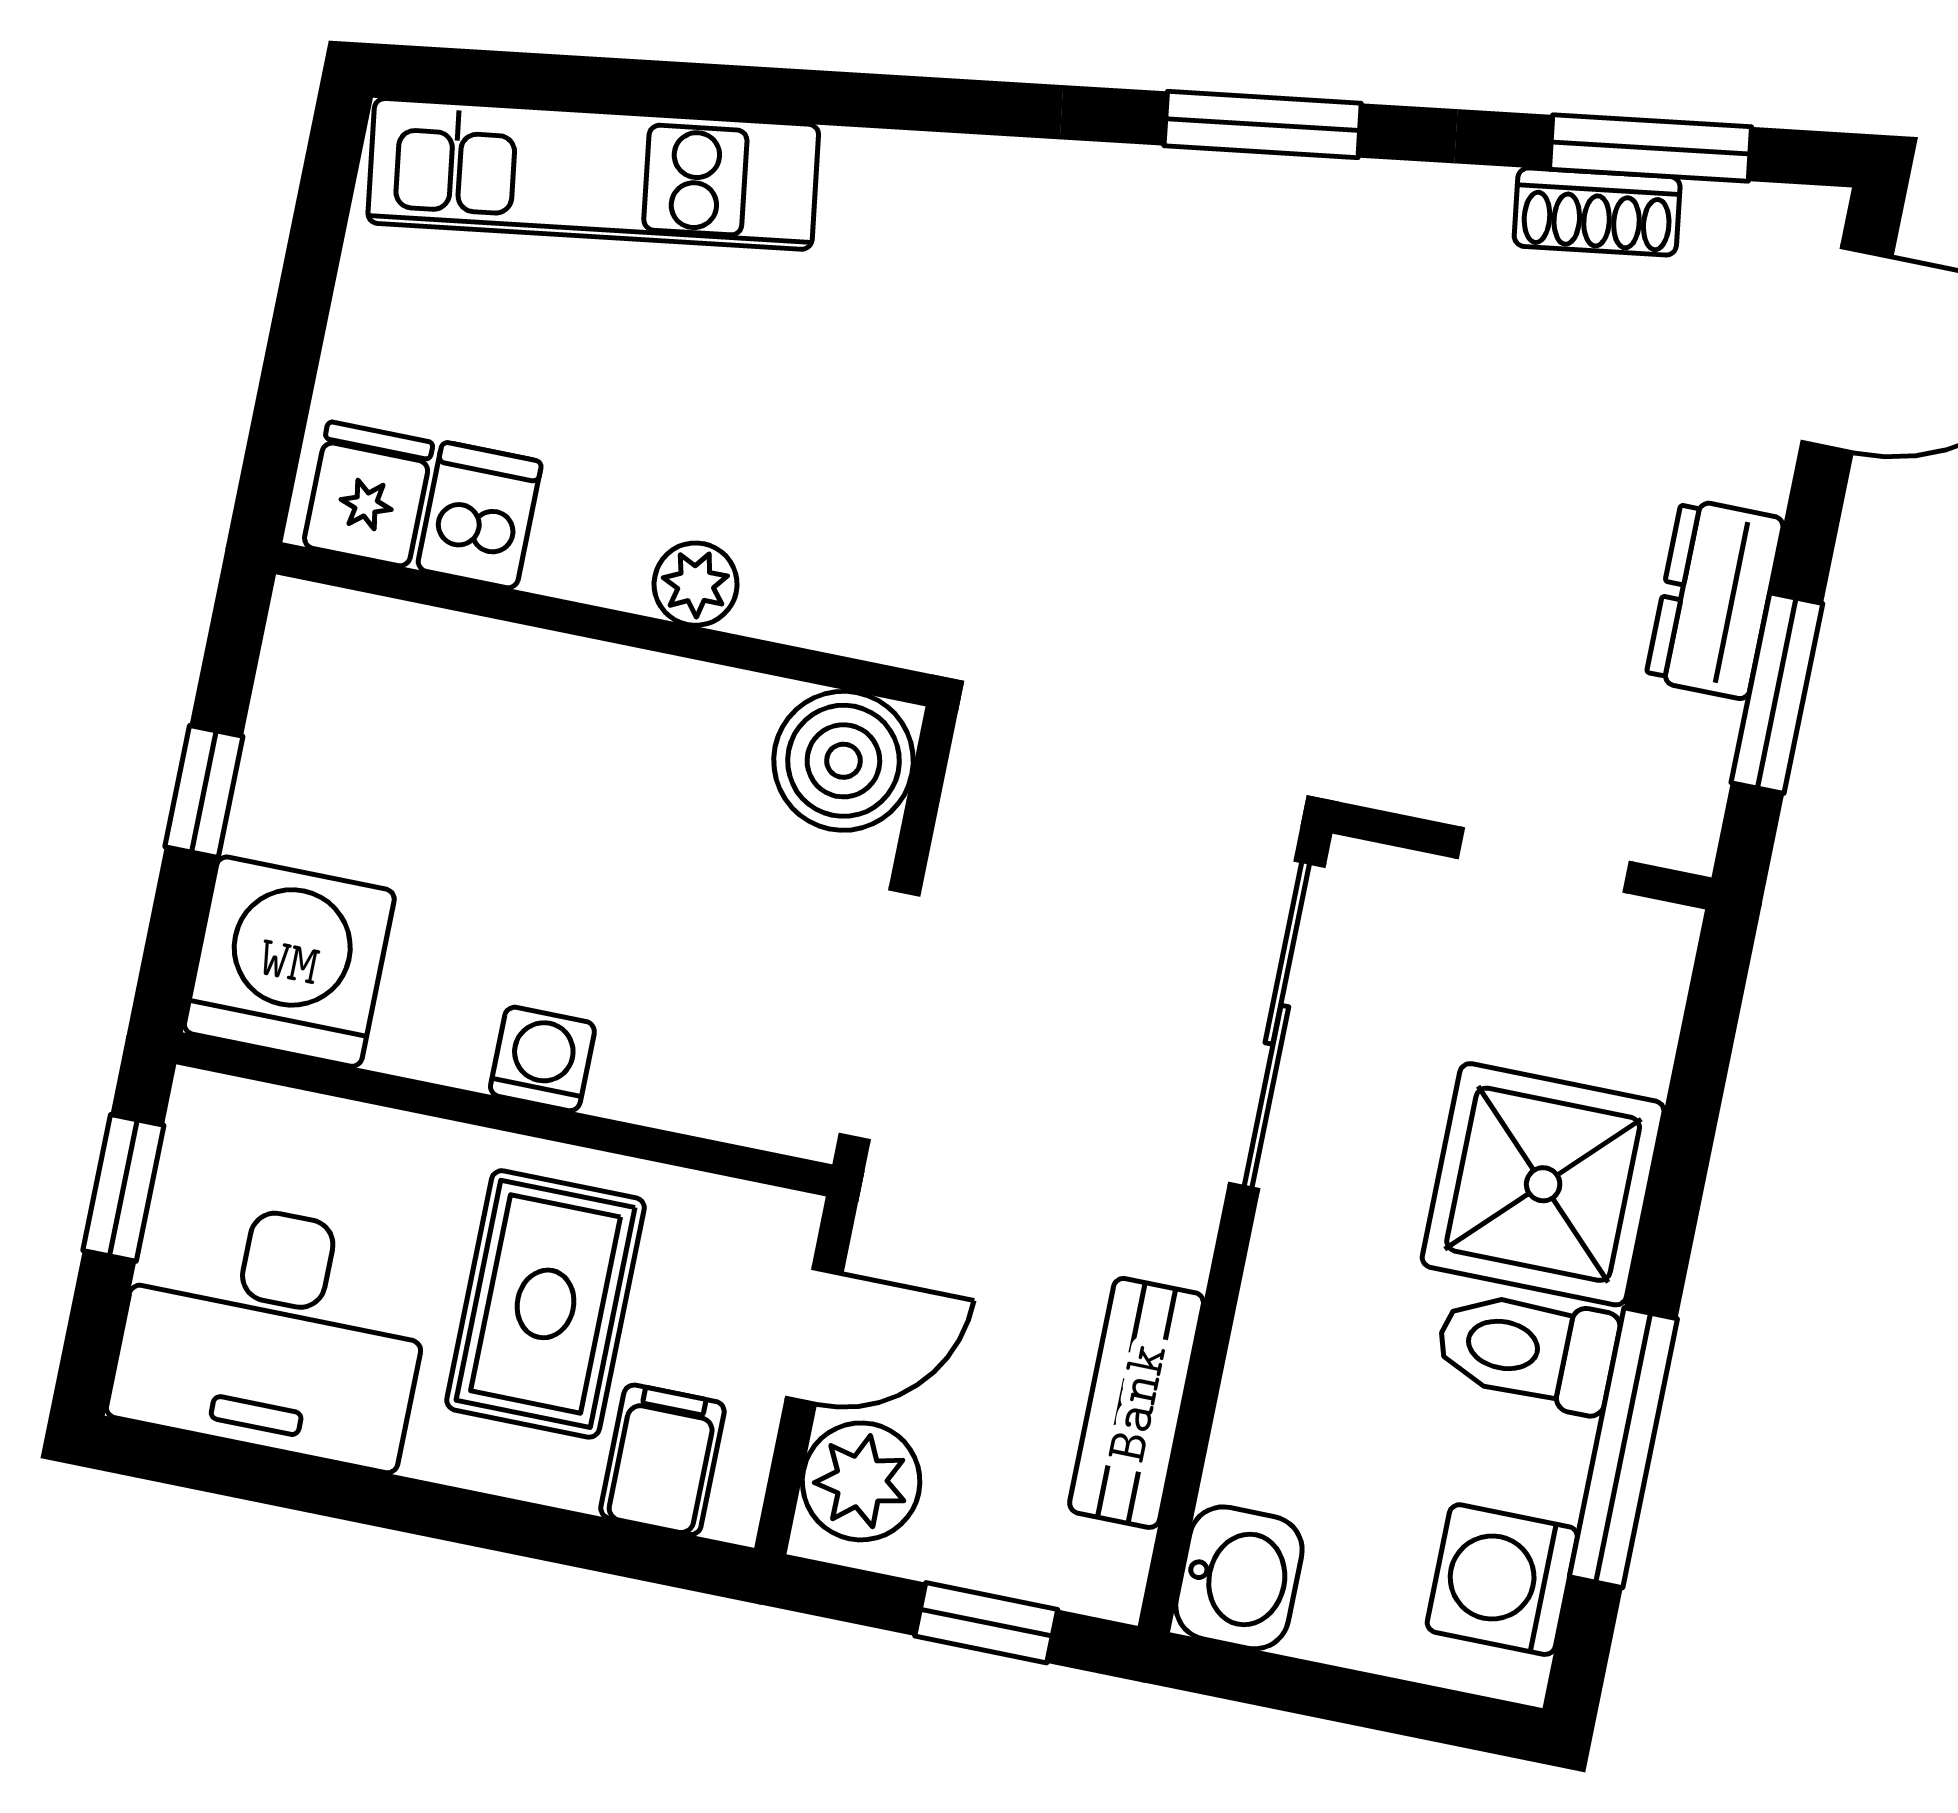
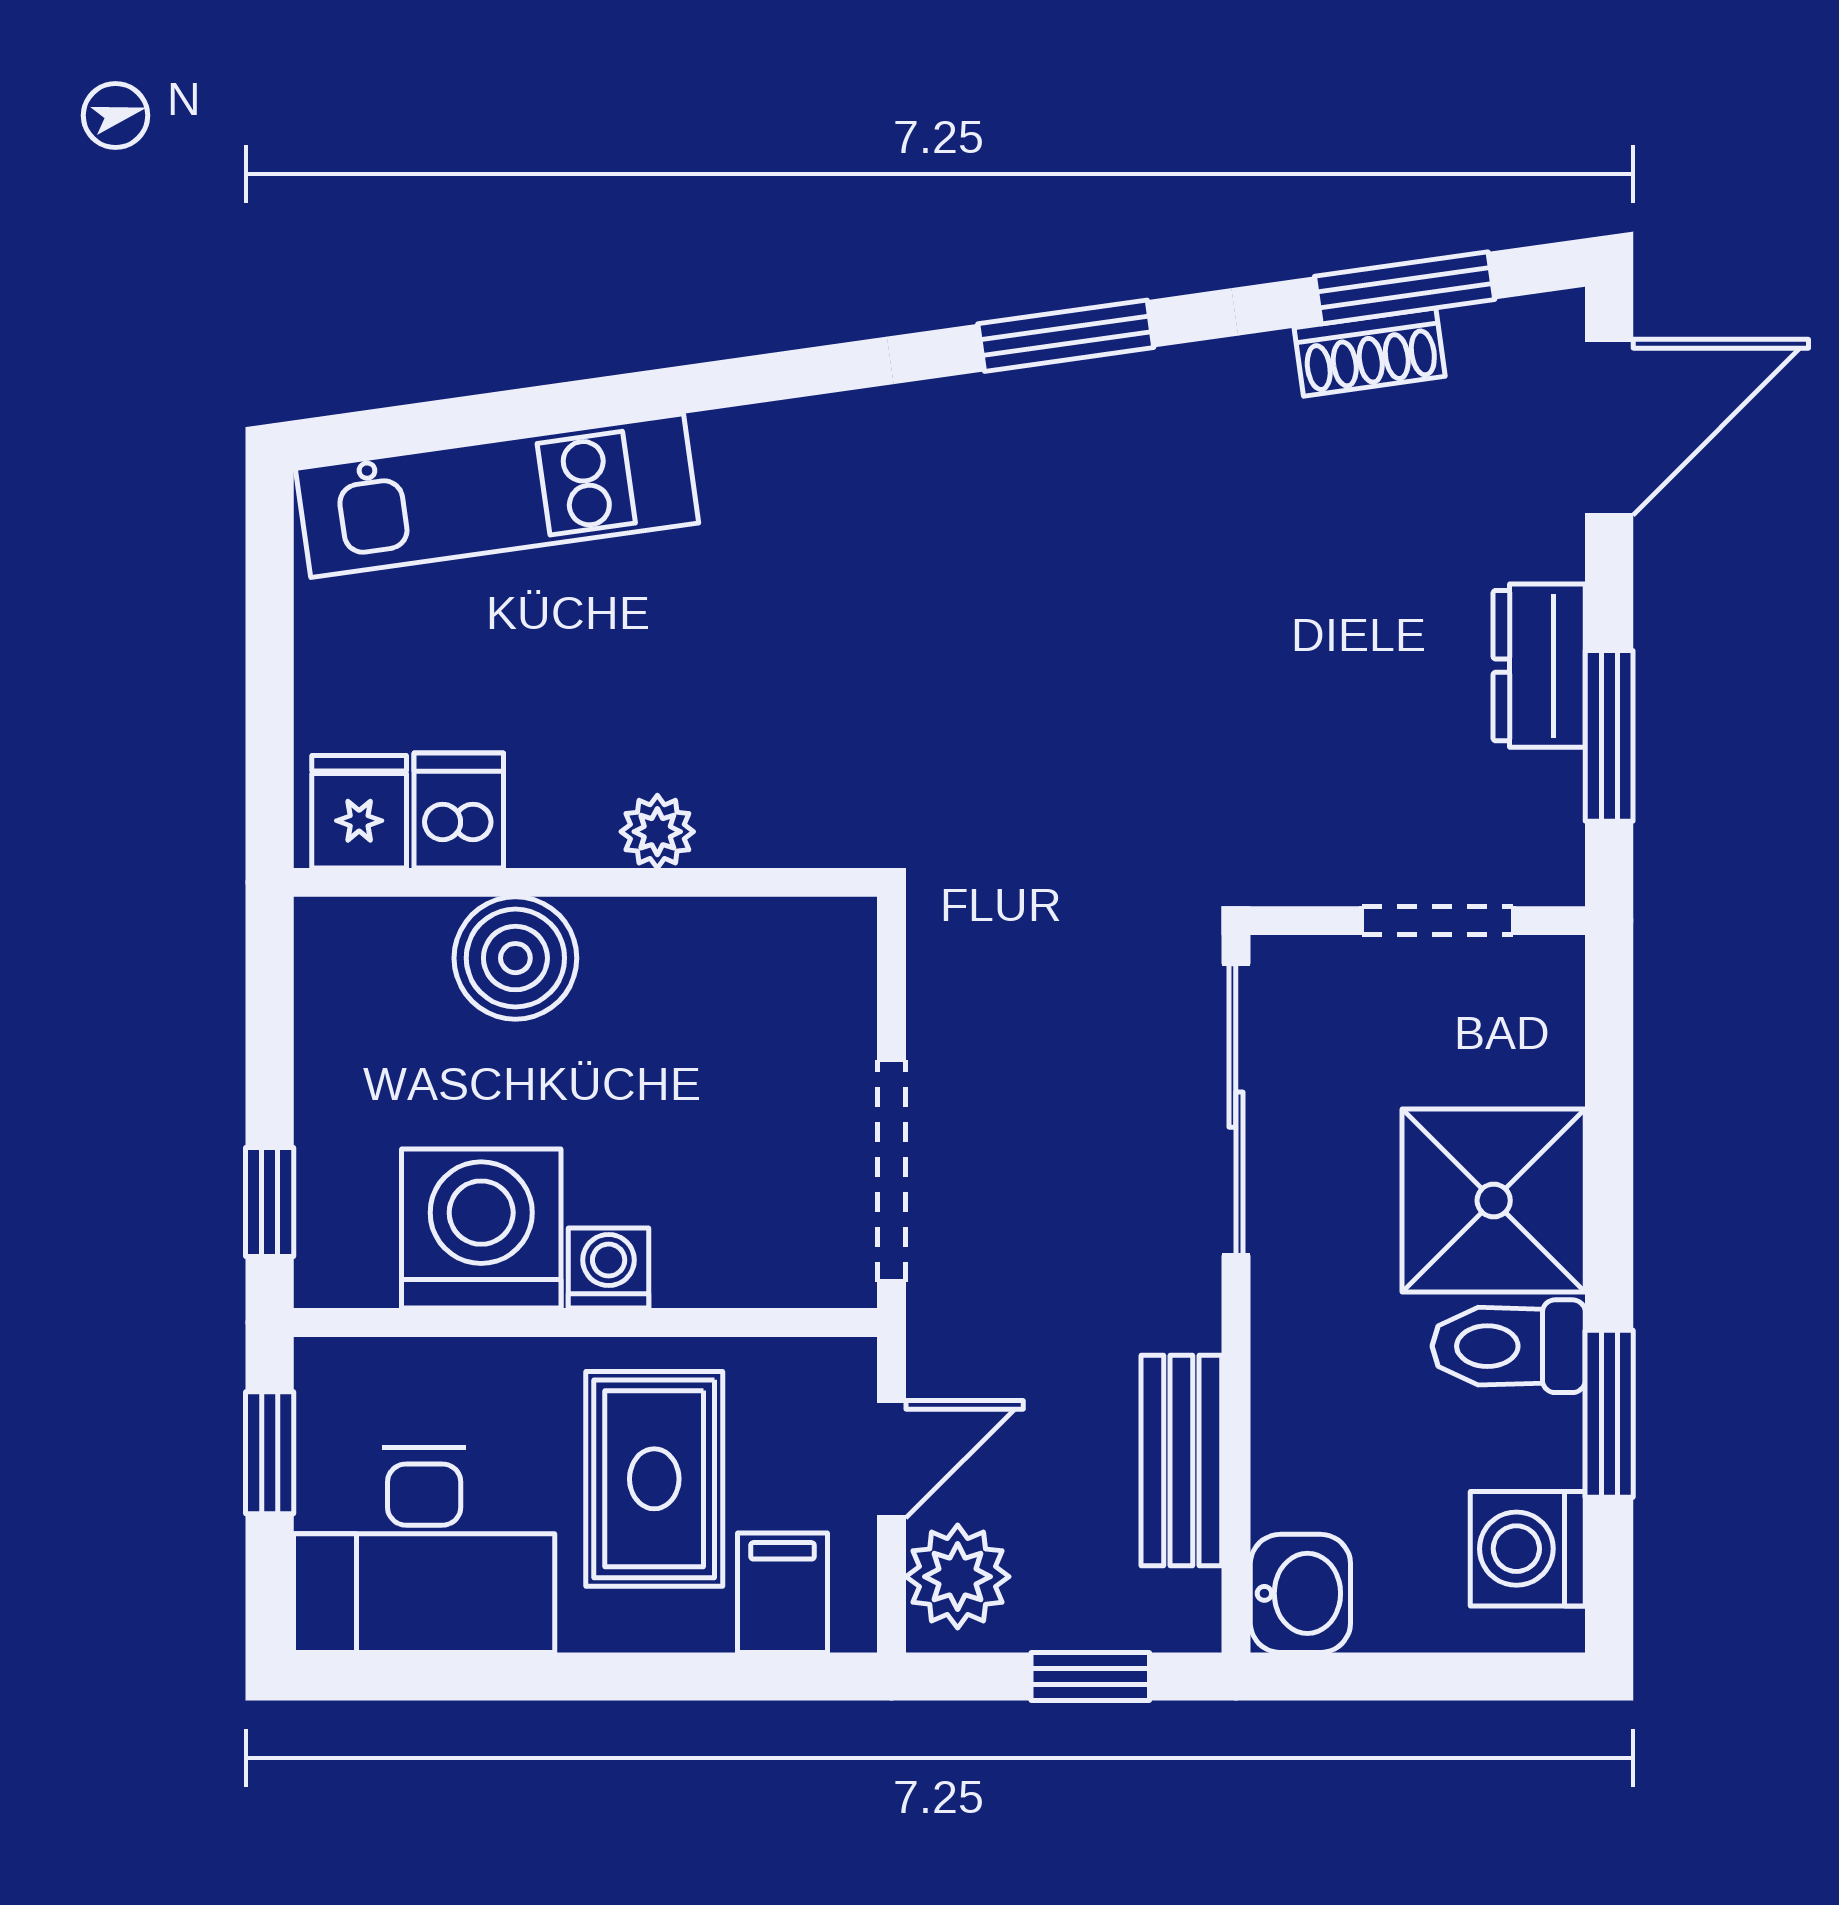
boiler: (843, 761) -> (515, 958), moved
window: (204, 792) -> (270, 1202), moved
washing machine: (289, 962) -> (481, 1229), moved
window: (1623, 1448) -> (1609, 1414), width x0.69

